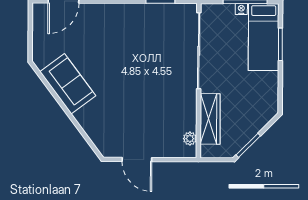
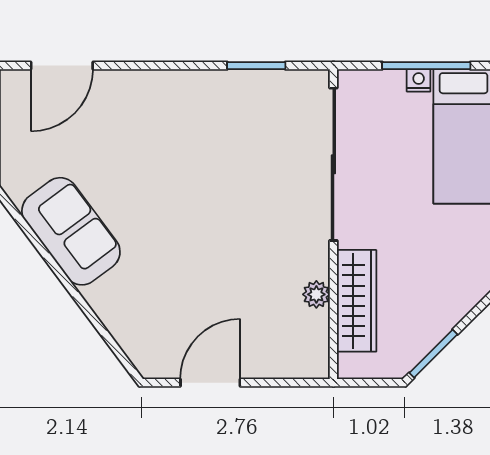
plant: (190, 139) -> (316, 294), moved
door: (137, 159) -> (210, 383), swing flipped

